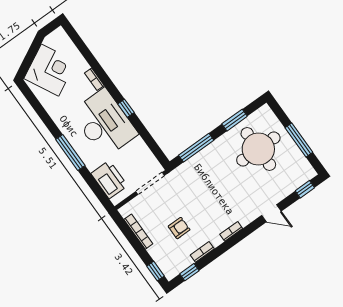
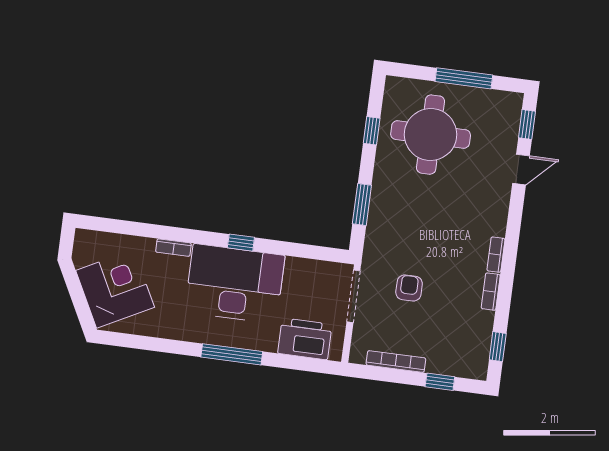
window: (235, 120) -> (372, 131), width x0.67
window: (196, 148) -> (362, 205), width x0.69
door: (271, 213) -> (521, 170), moved
armchair: (179, 228) -> (409, 288), moved
bookcase: (202, 252) -> (491, 292), moved
window: (155, 271) -> (440, 382), moved

